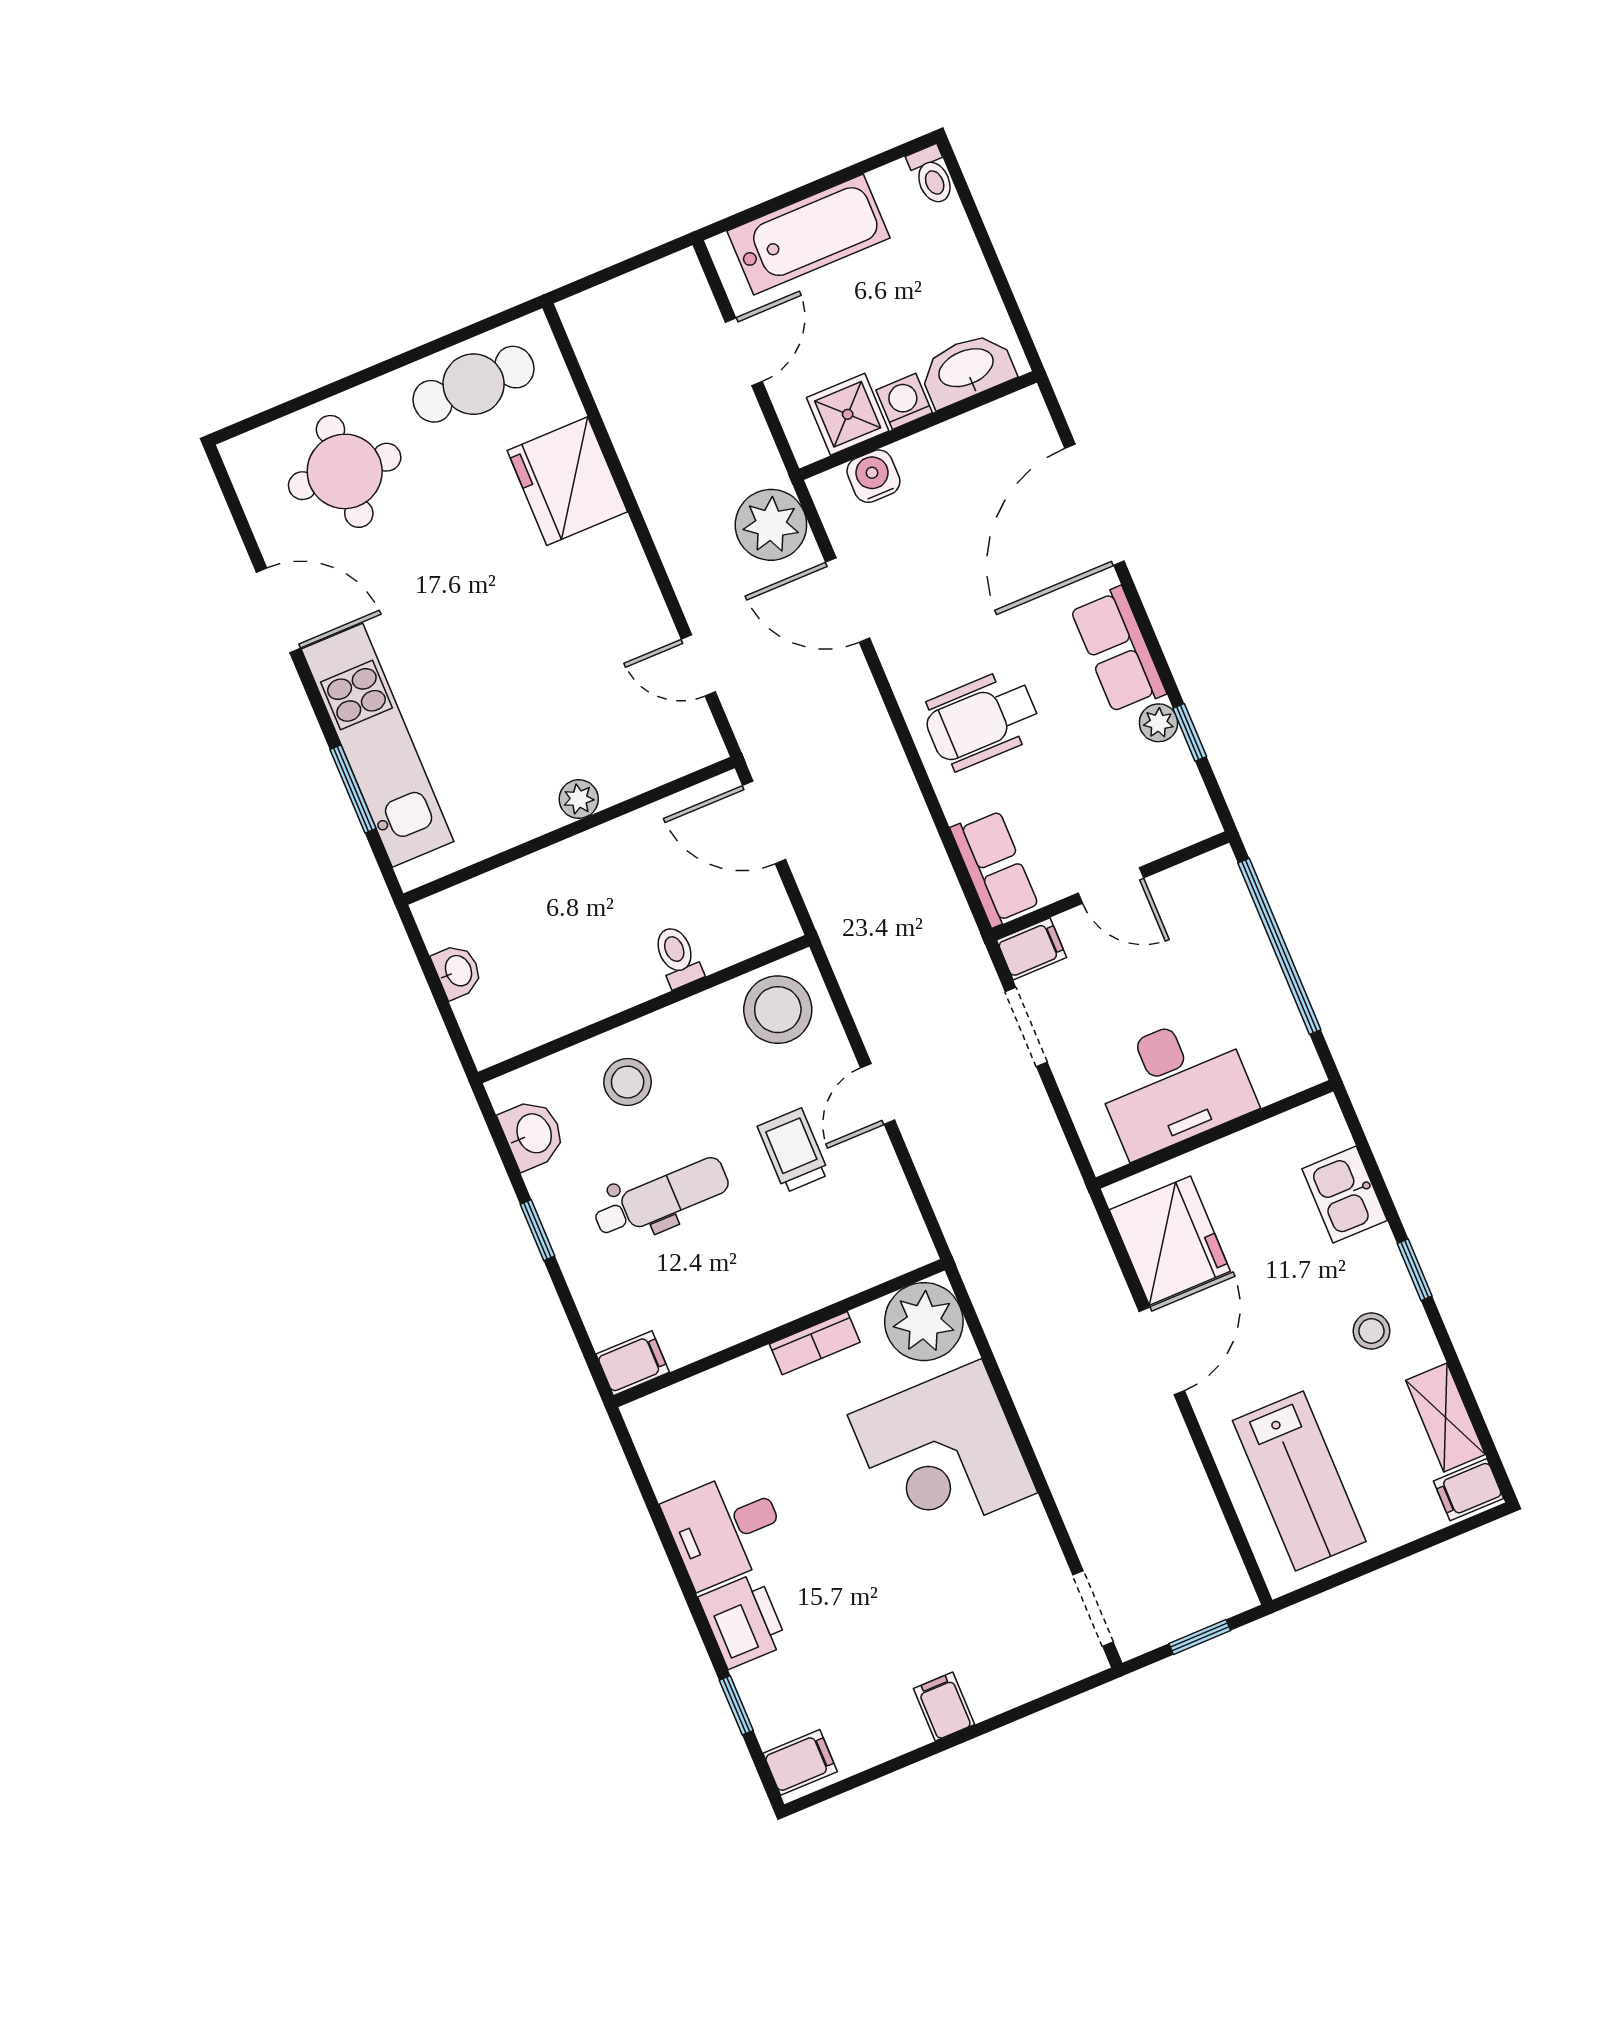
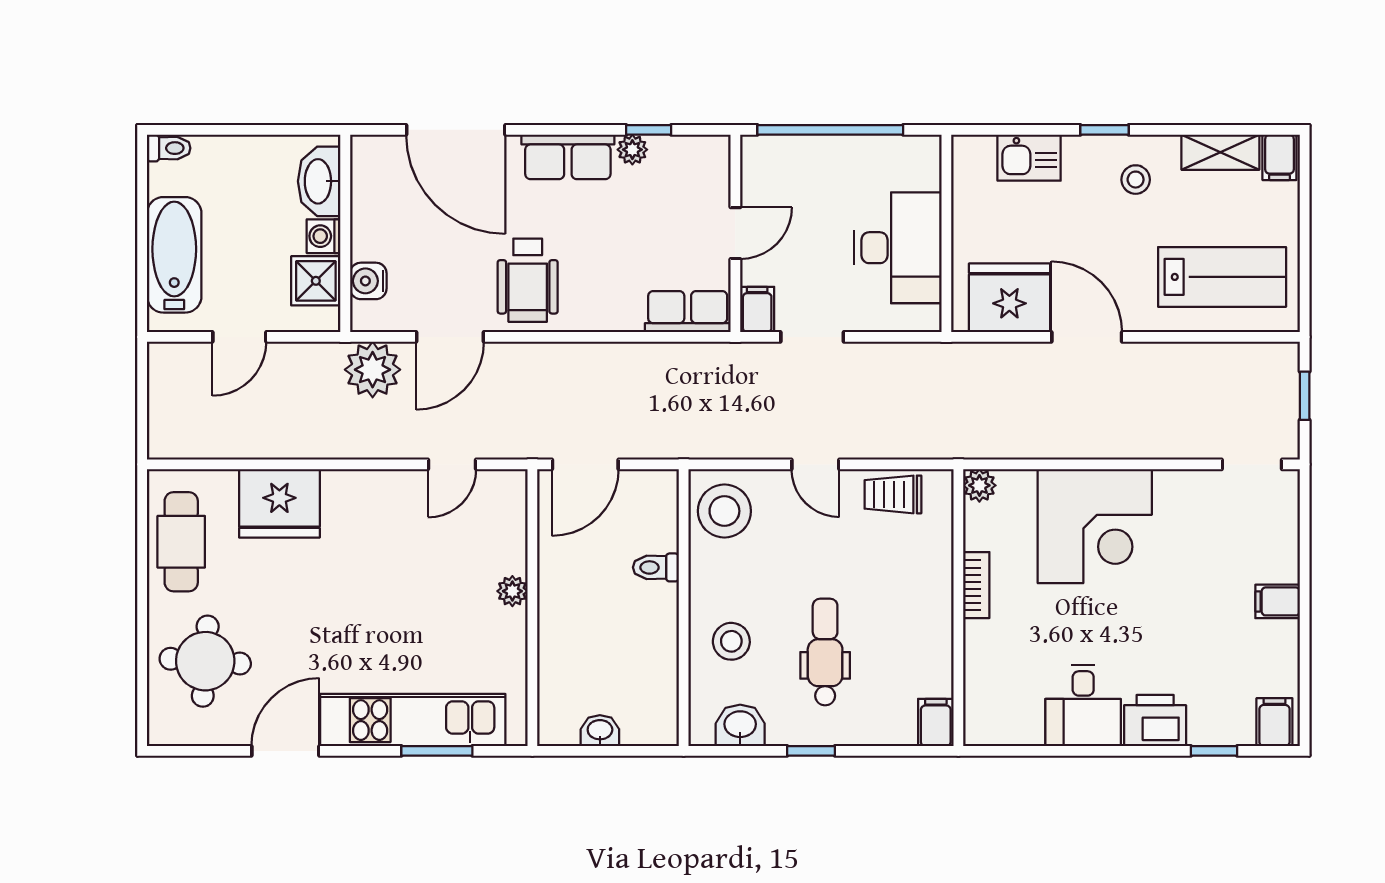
door: (744, 352) -> (239, 337), swing flipped
wheelchair: (982, 720) -> (528, 280), moved
trolley: (793, 1150) -> (893, 494), moved
plant: (924, 1322) -> (979, 485), width x0.53, depth x0.53

